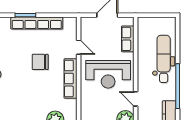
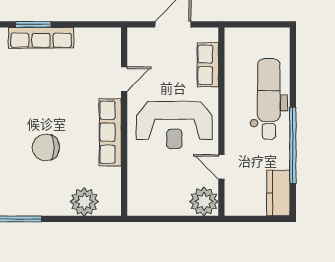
row of seats: (37, 23) -> (41, 38), width x0.73
door: (79, 47) -> (124, 79), hinge flipped
chair: (40, 62) -> (46, 147), moved

